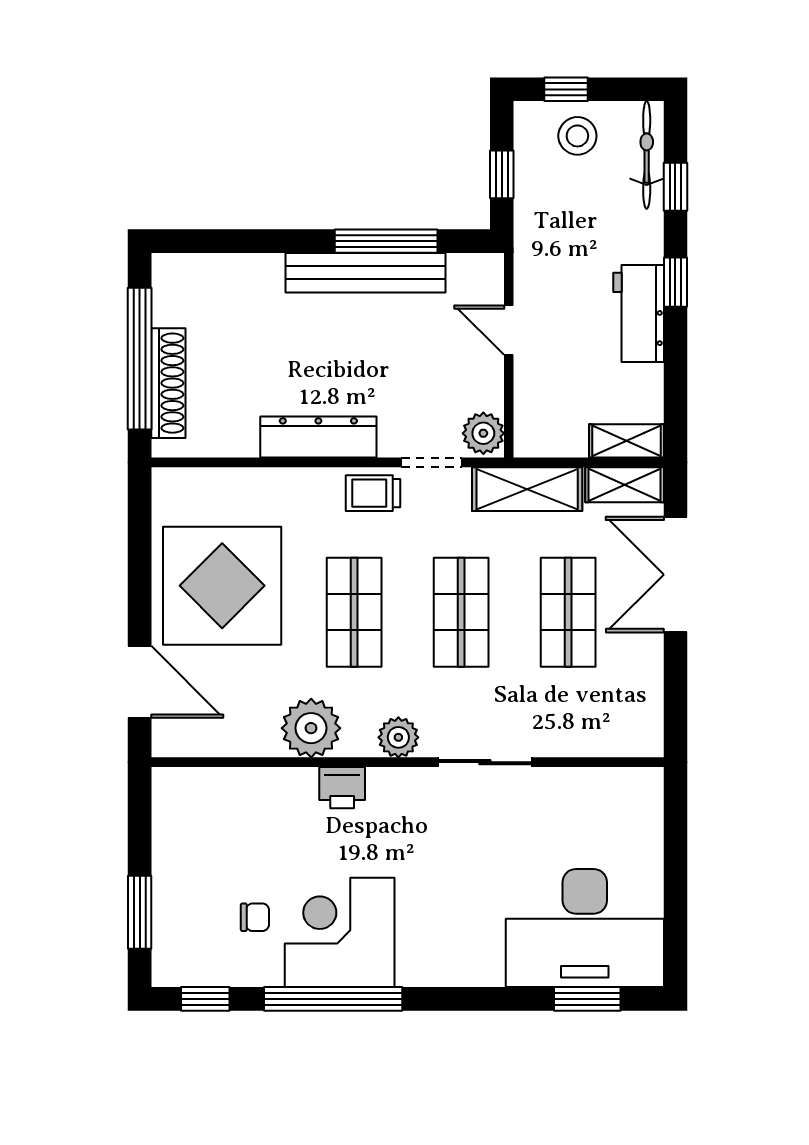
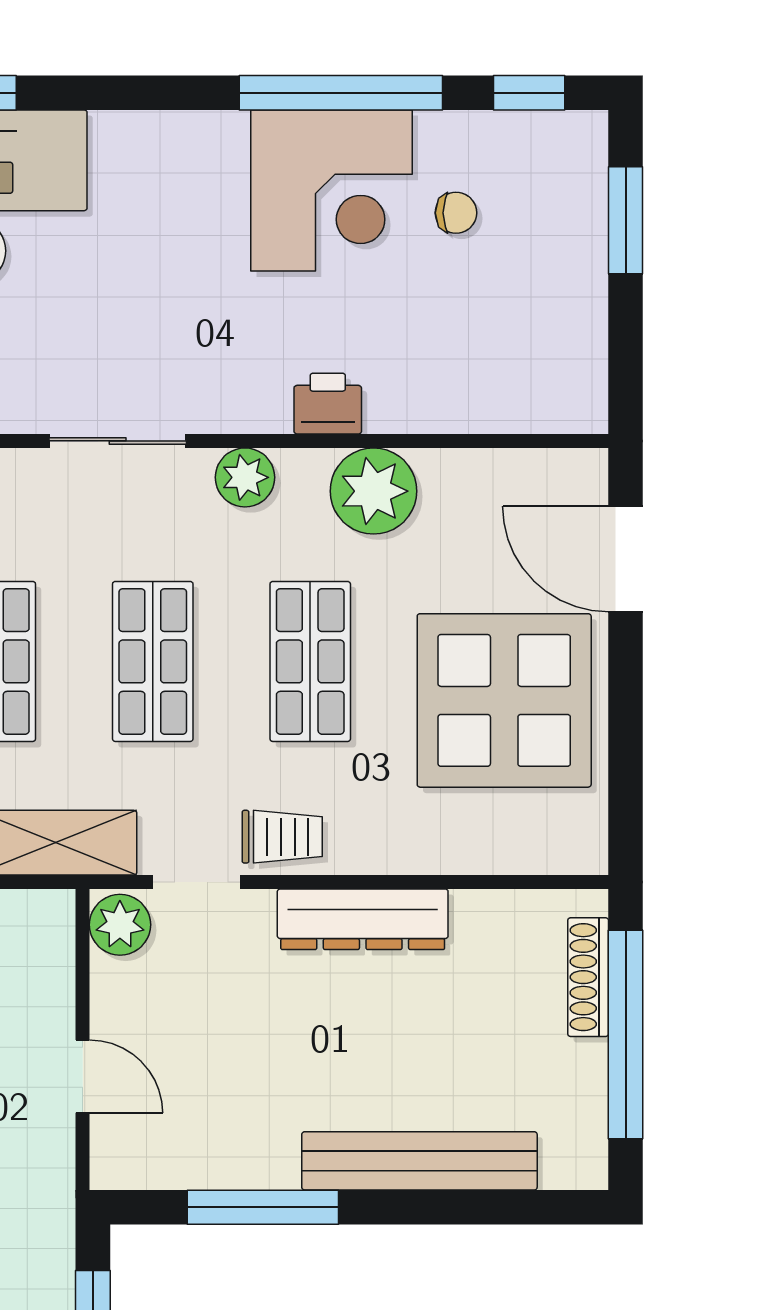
bench: (366, 273) -> (419, 1161), moved
shoe rack: (168, 383) -> (588, 977), width x0.74, depth x0.81
chair: (255, 917) -> (456, 213), turned 180

